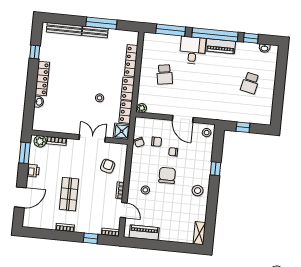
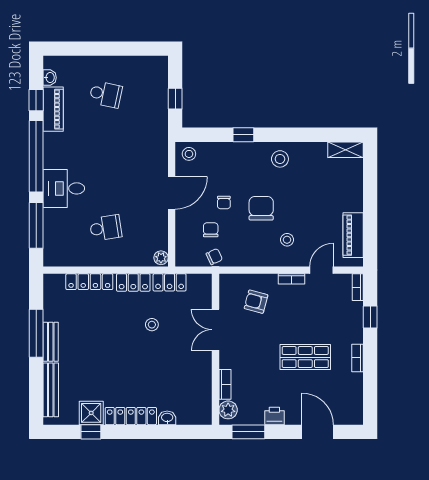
piano: (221, 46) -> (53, 109), moved
shower: (122, 131) -> (91, 413), moved
chair: (167, 175) -> (261, 208), turned 90

